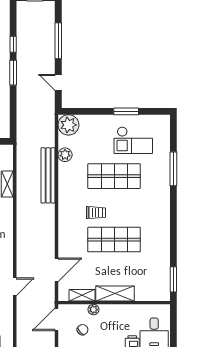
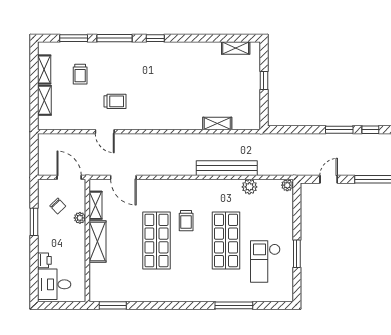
plant: (68, 125) -> (287, 185), width x0.53, depth x0.53

